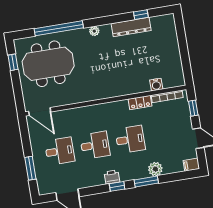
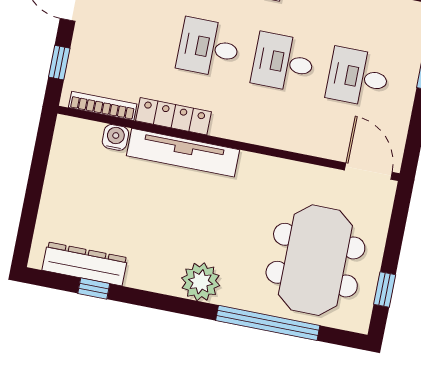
dresser: (131, 27) -> (85, 264), moved
plant: (94, 31) -> (201, 282), width x1.88, depth x1.88
meeting table: (48, 64) -> (315, 260), turned 90
tv unit: (124, 89) -> (183, 153), added
locker: (140, 102) -> (173, 116), width x1.53

